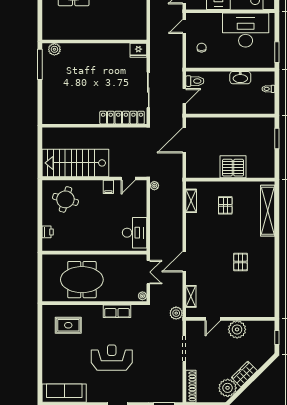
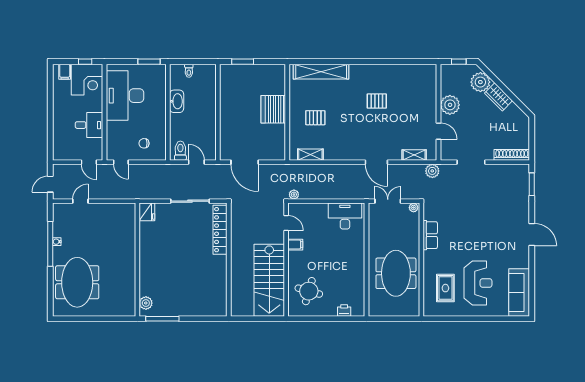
reception desk: (112, 358) -> (478, 283), moved, turned 180
plant: (228, 388) -> (480, 82), moved

